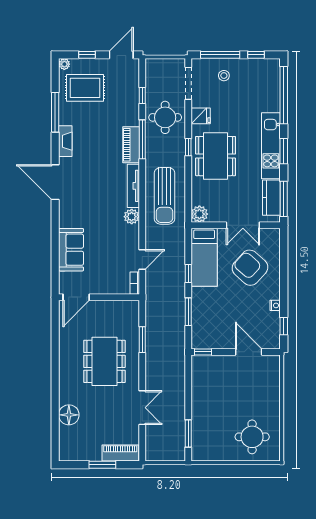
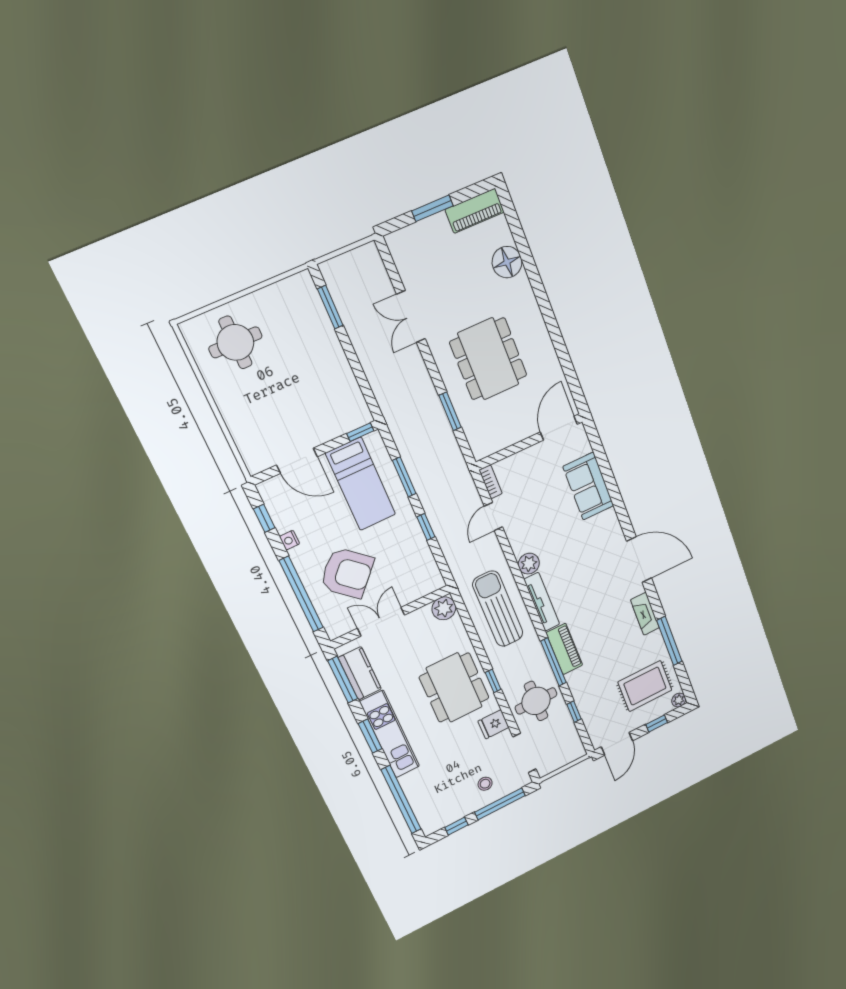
bed: (204, 257) -> (361, 484), moved, turned 180
window: (284, 268) -> (301, 594), added
piano: (120, 453) -> (475, 211), moved

